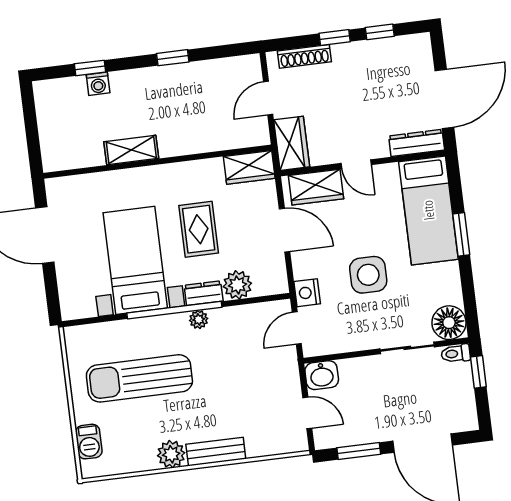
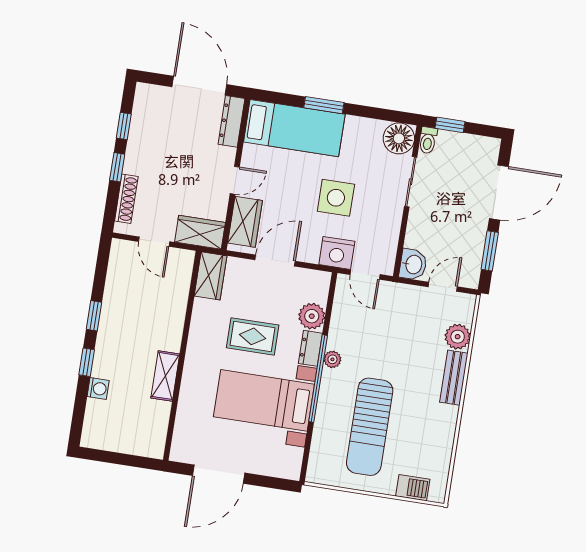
window: (90, 68) -> (87, 362), moved
nightstand: (307, 293) -> (337, 253), width x1.36, depth x1.33
plant: (171, 454) -> (458, 337), moved

